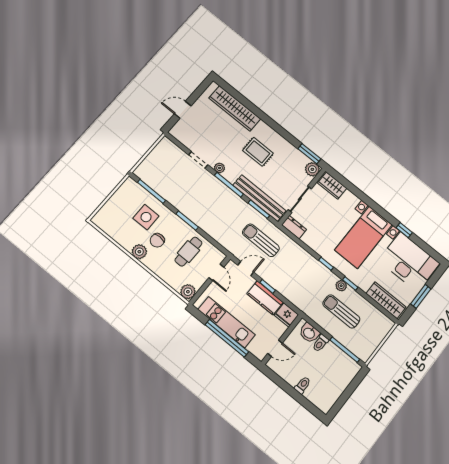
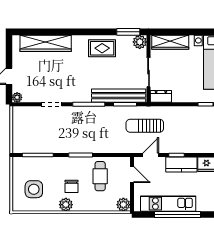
rug: (258, 152) -> (102, 48), moved
plant: (220, 168) -> (17, 97), moved
wardrobe: (332, 186) -> (170, 42), width x1.50
side table: (146, 217) -> (34, 189), moved

